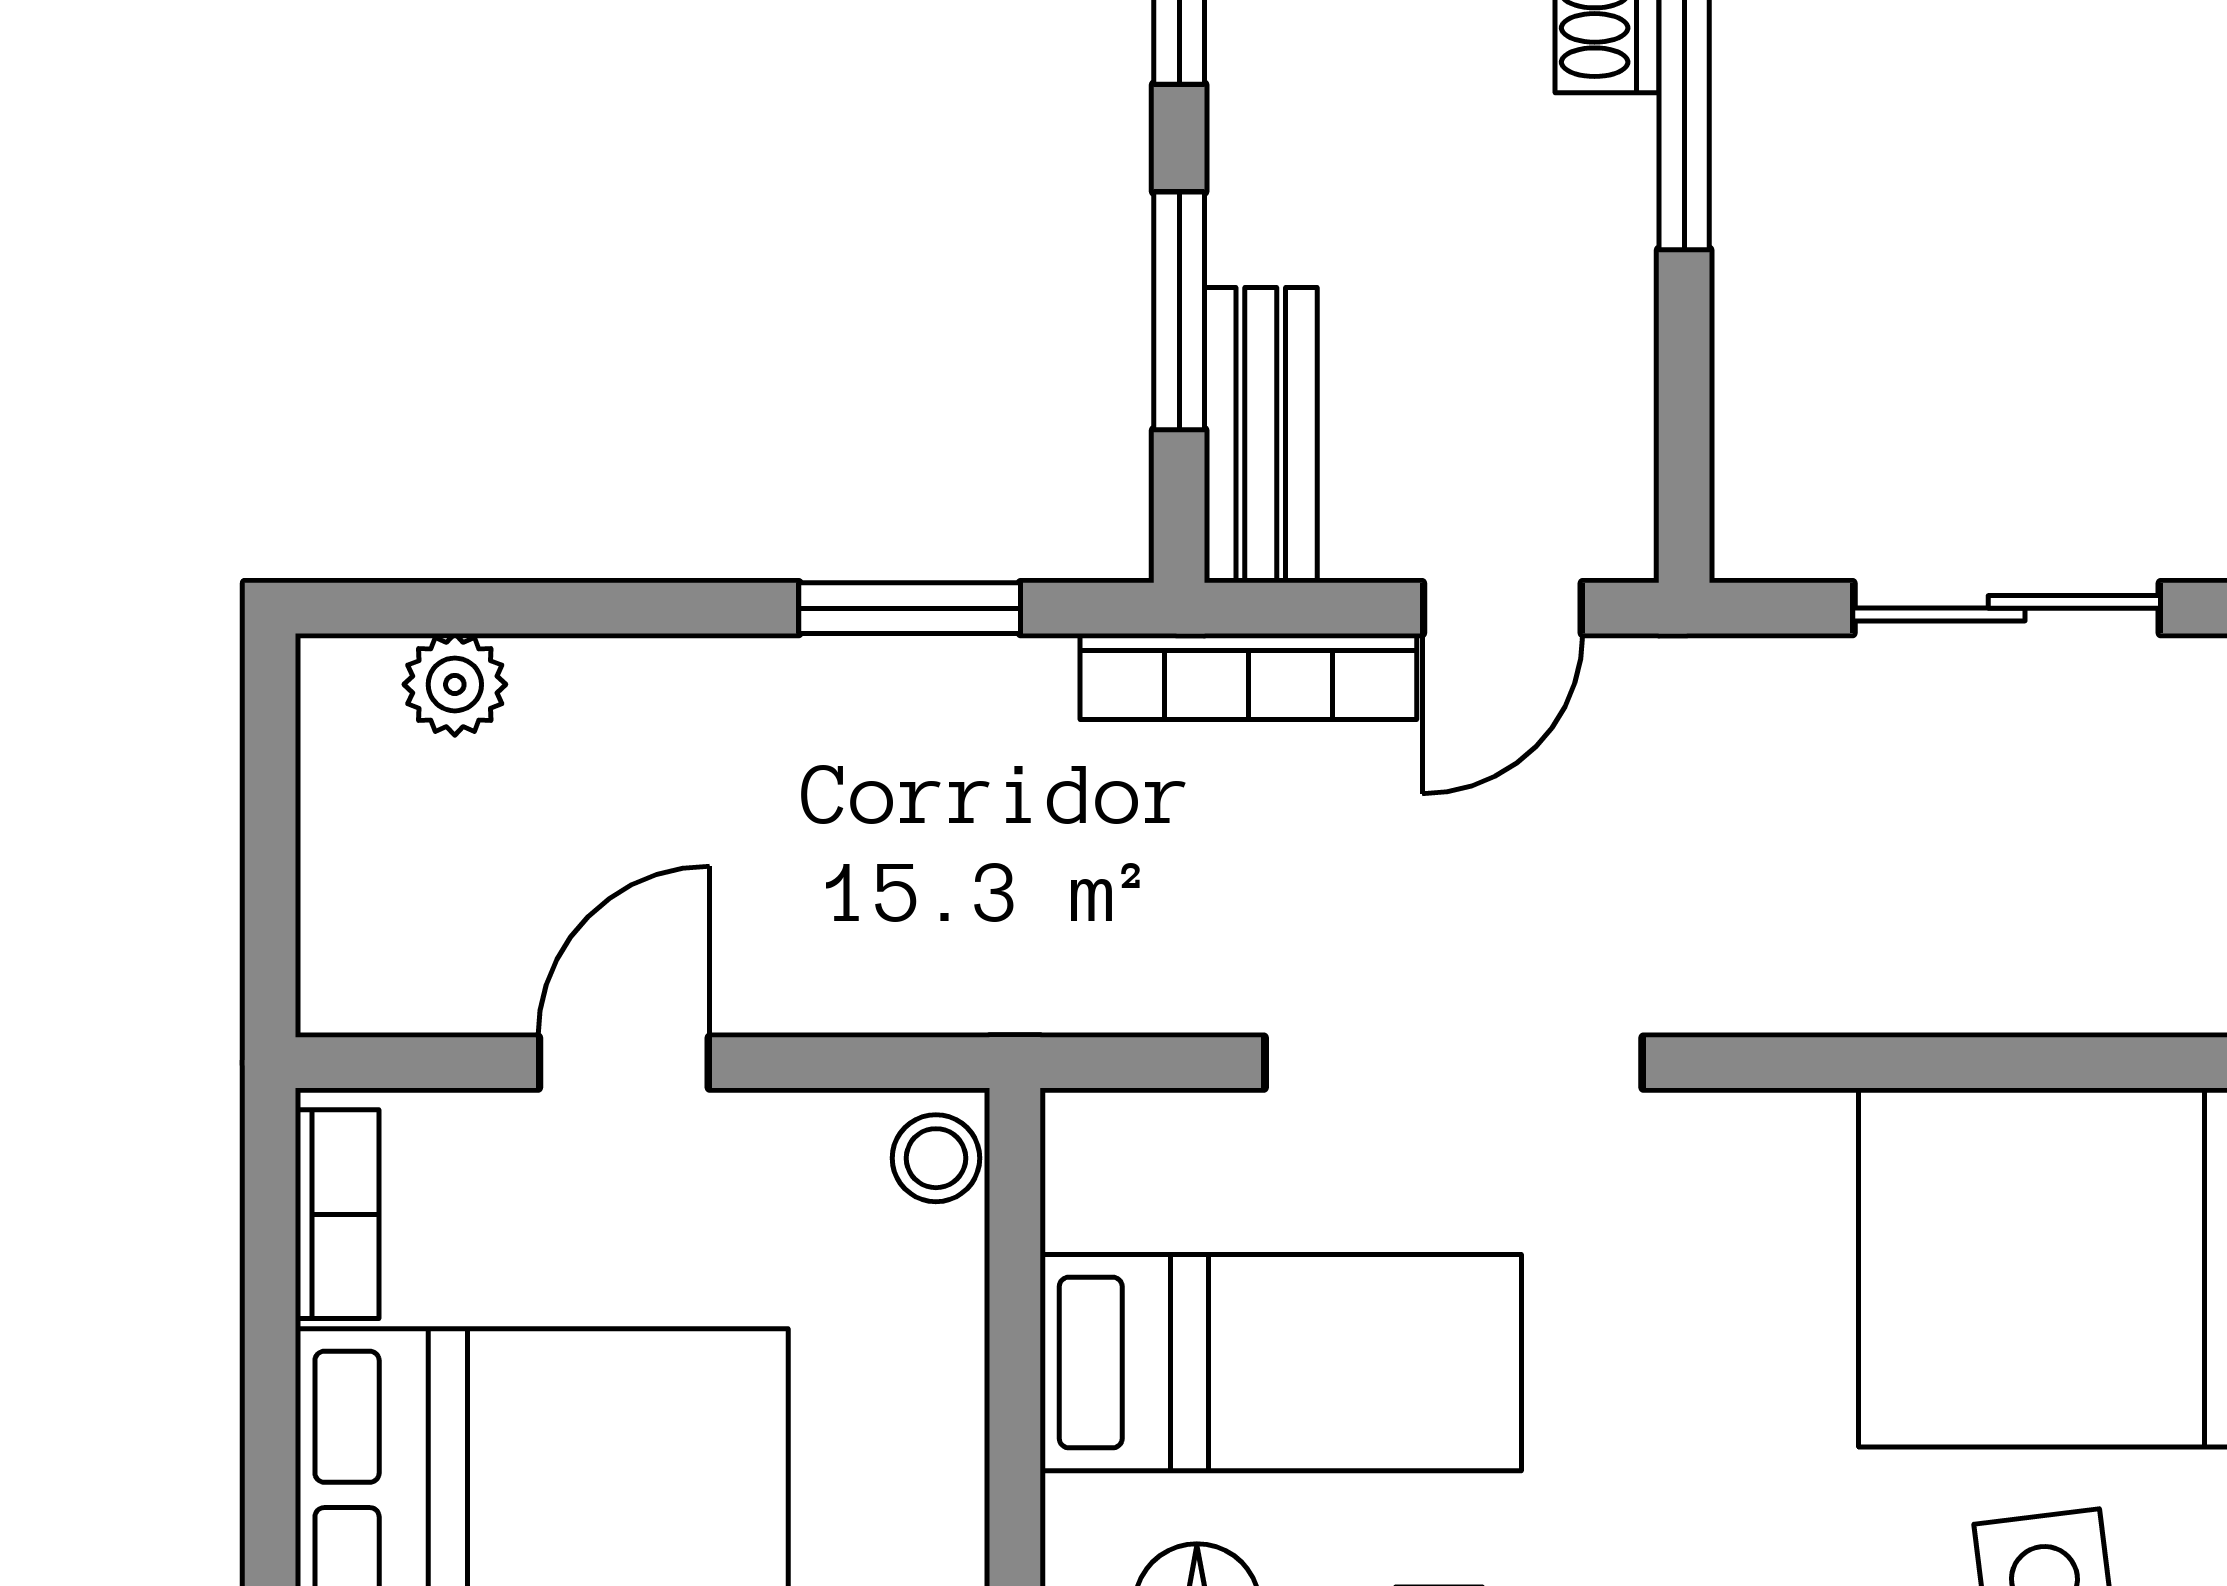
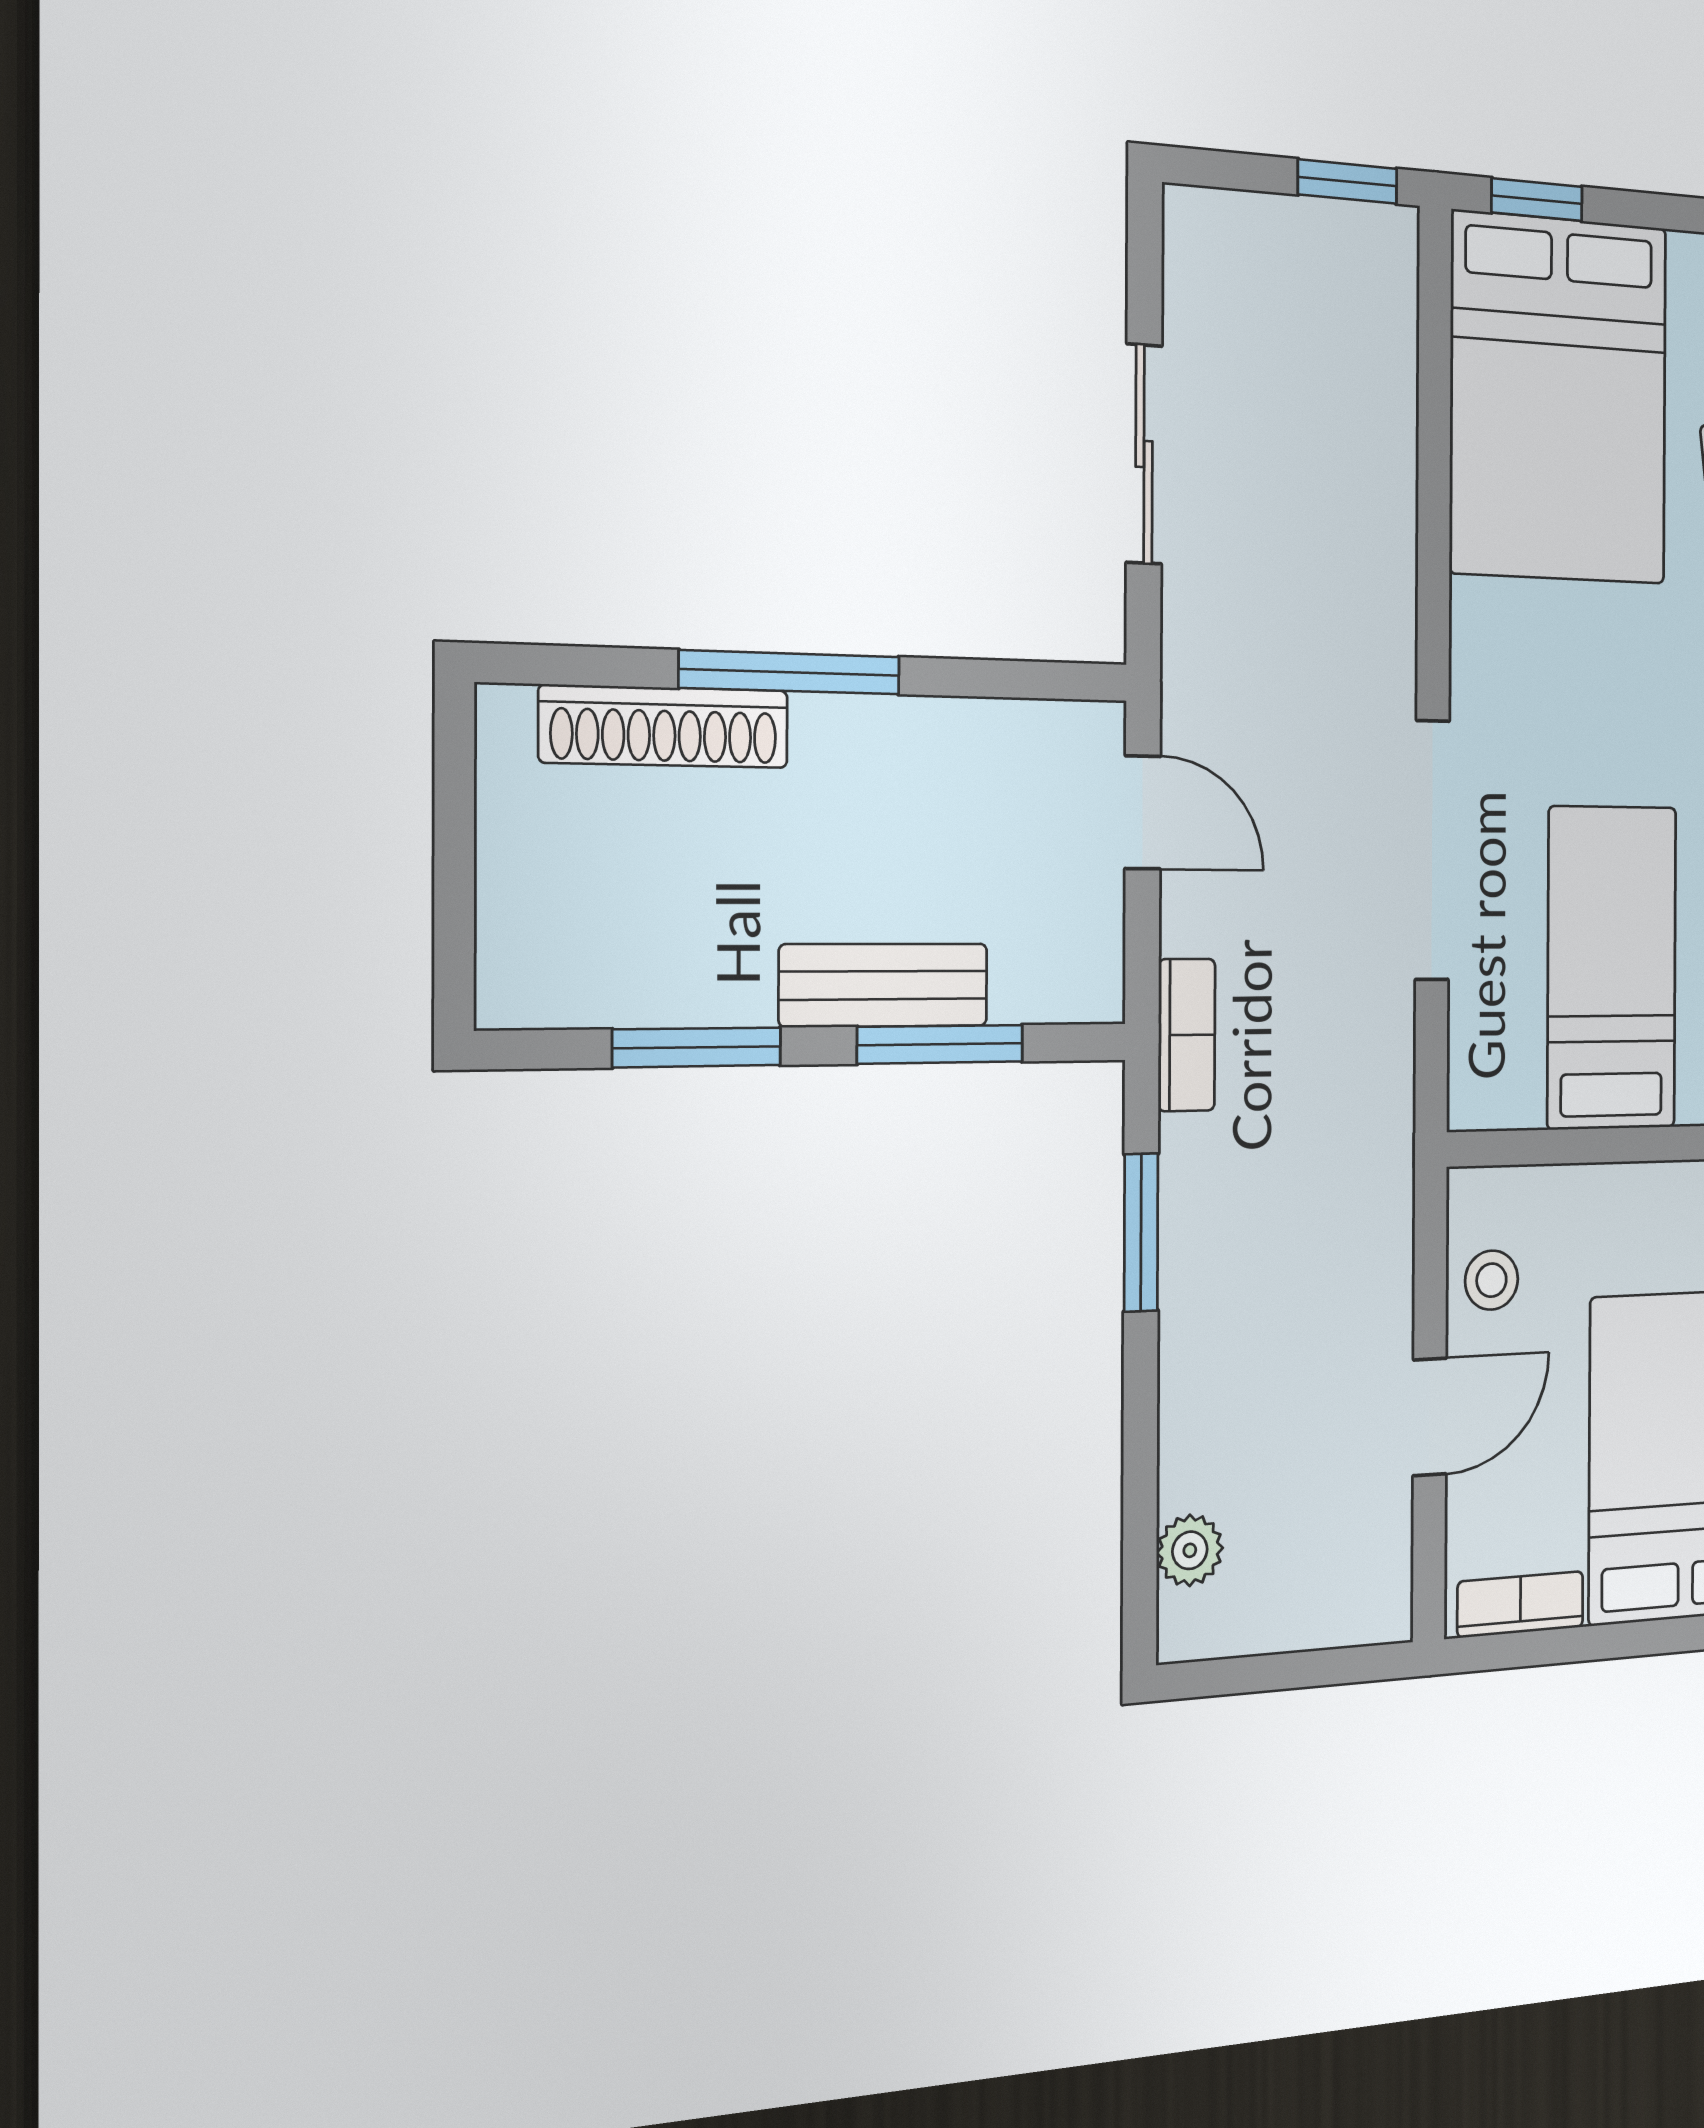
bench: (1261, 435) -> (884, 985), moved
bookcase: (1248, 677) -> (1187, 1035), width x0.64
door: (624, 1063) -> (1430, 1417), swing flipped
stool: (936, 1158) -> (1491, 1280), moved

